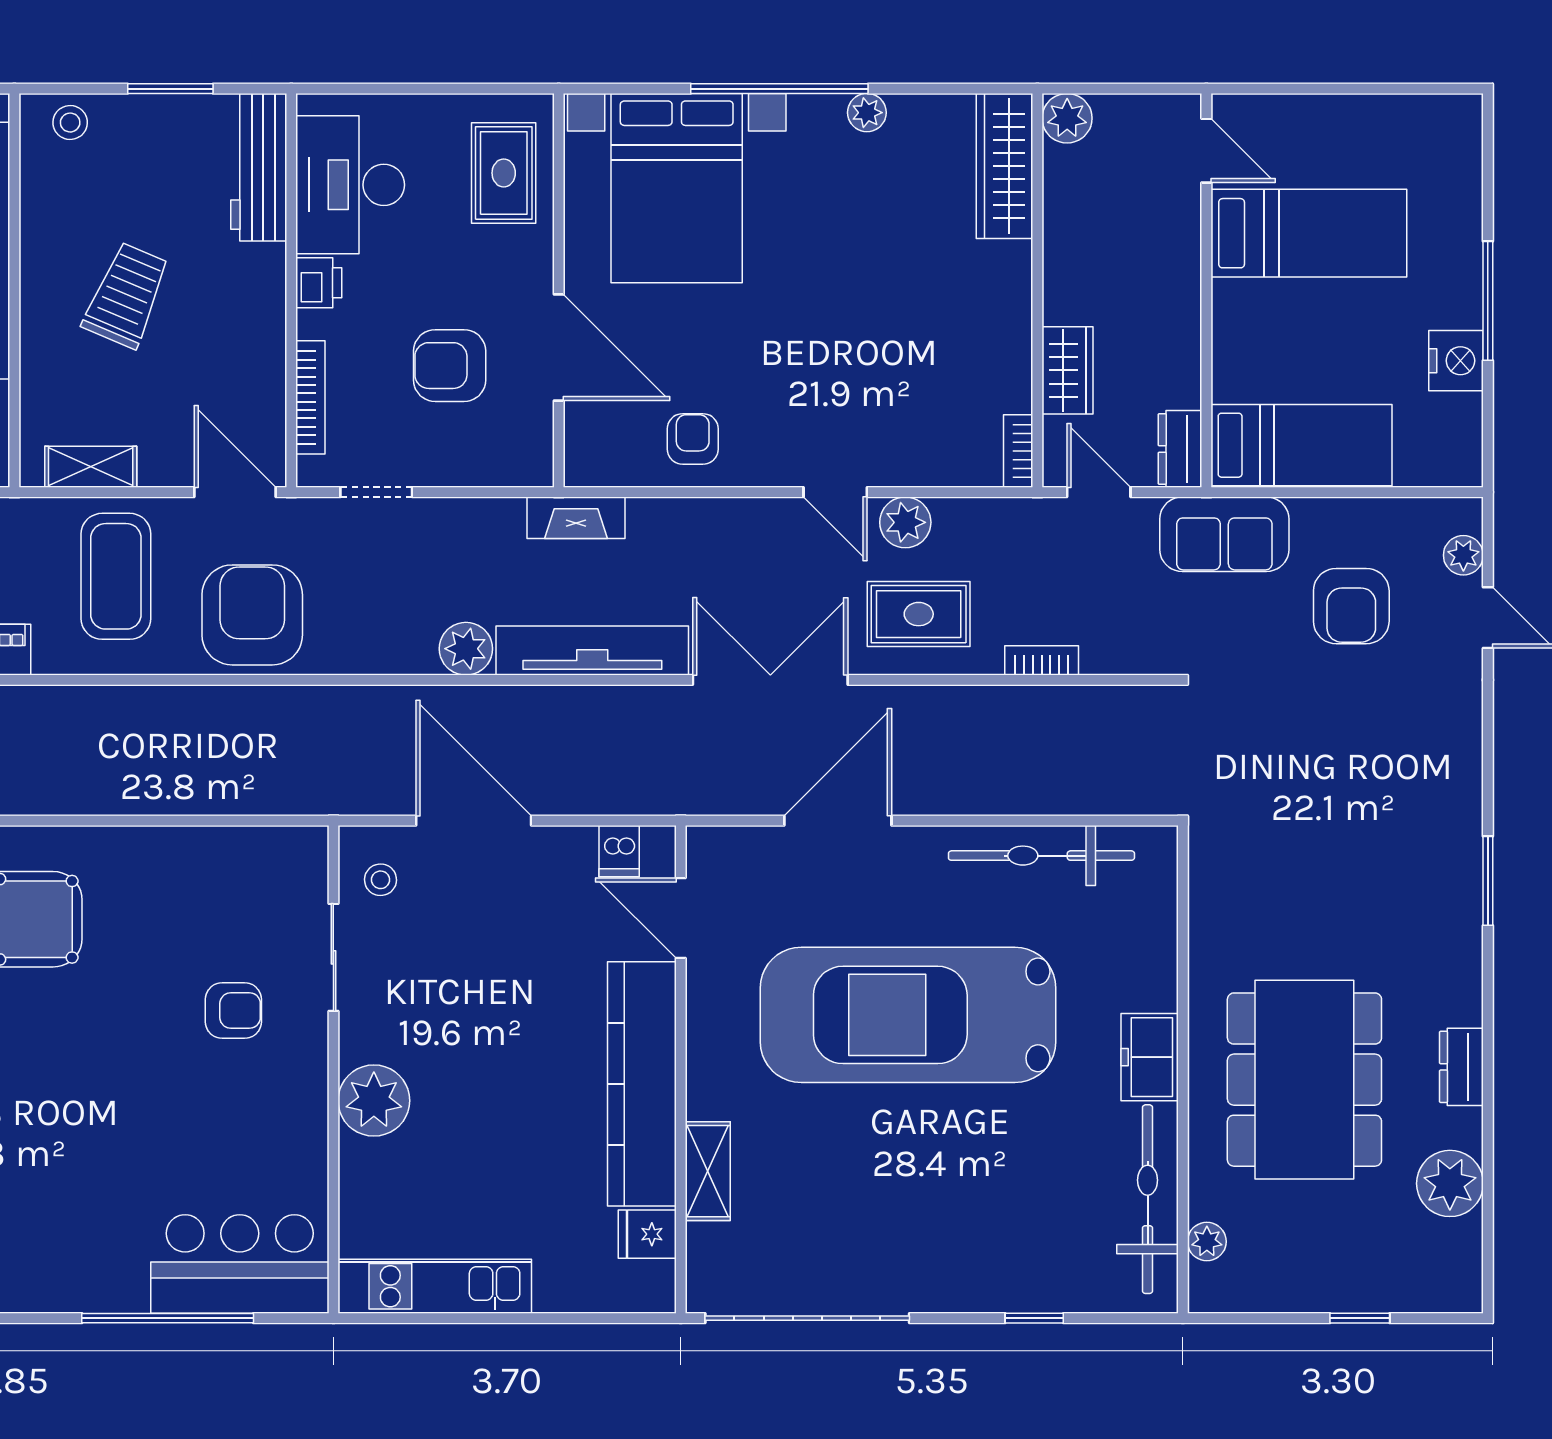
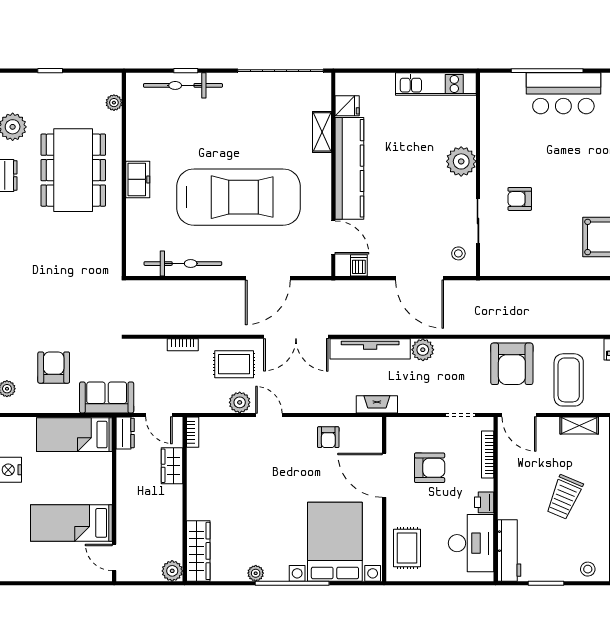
bicycle: (1148, 1199) -> (183, 85), moved, turned 90
bar counter: (240, 1264) -> (563, 93), moved

